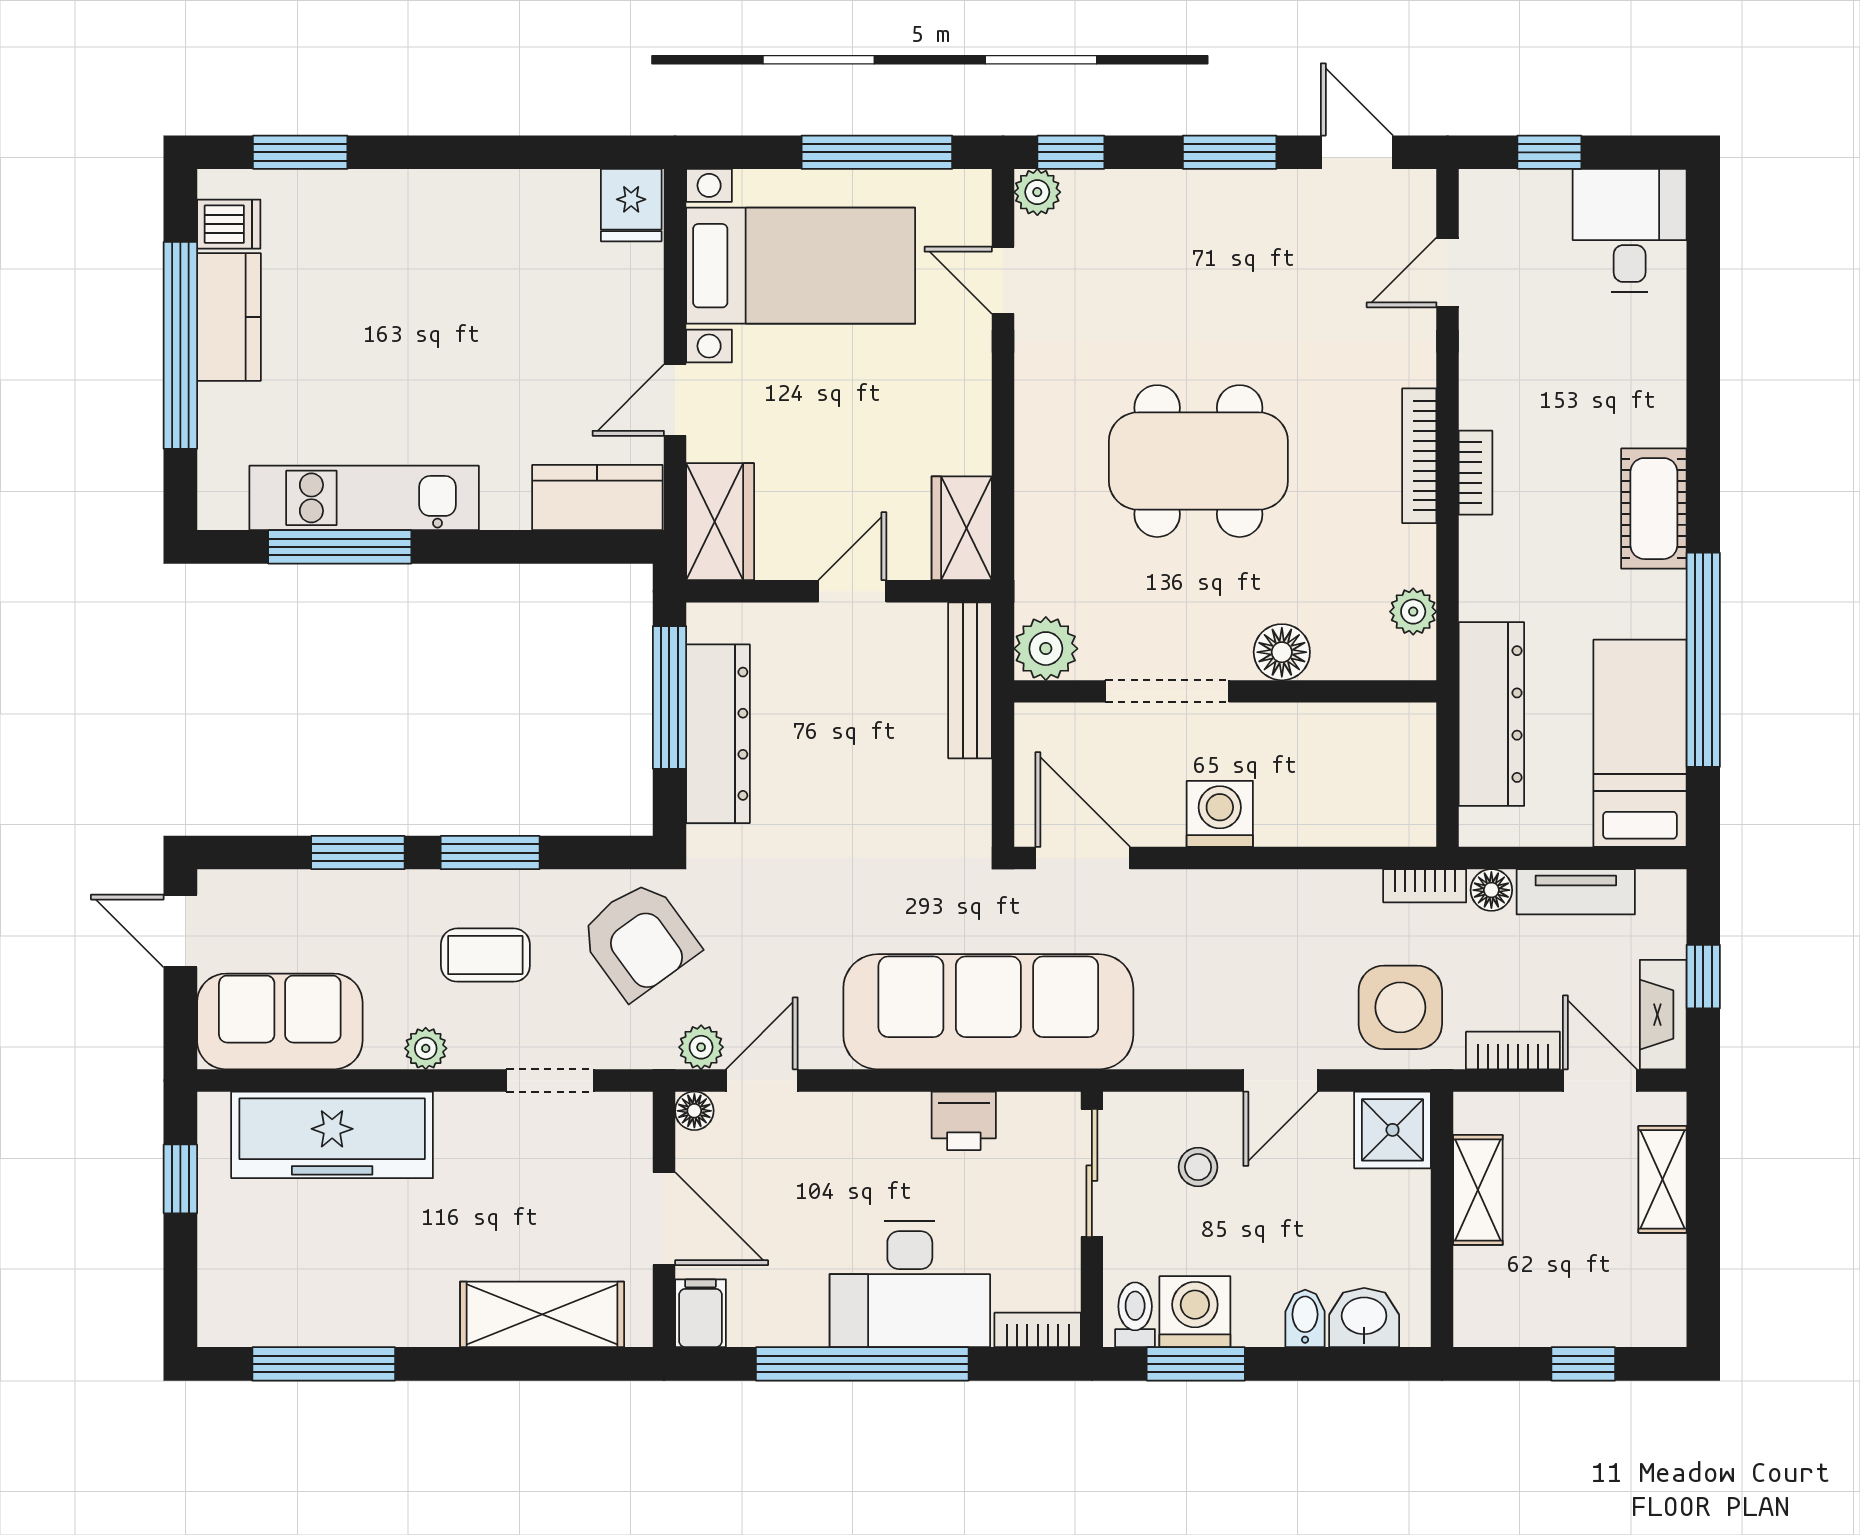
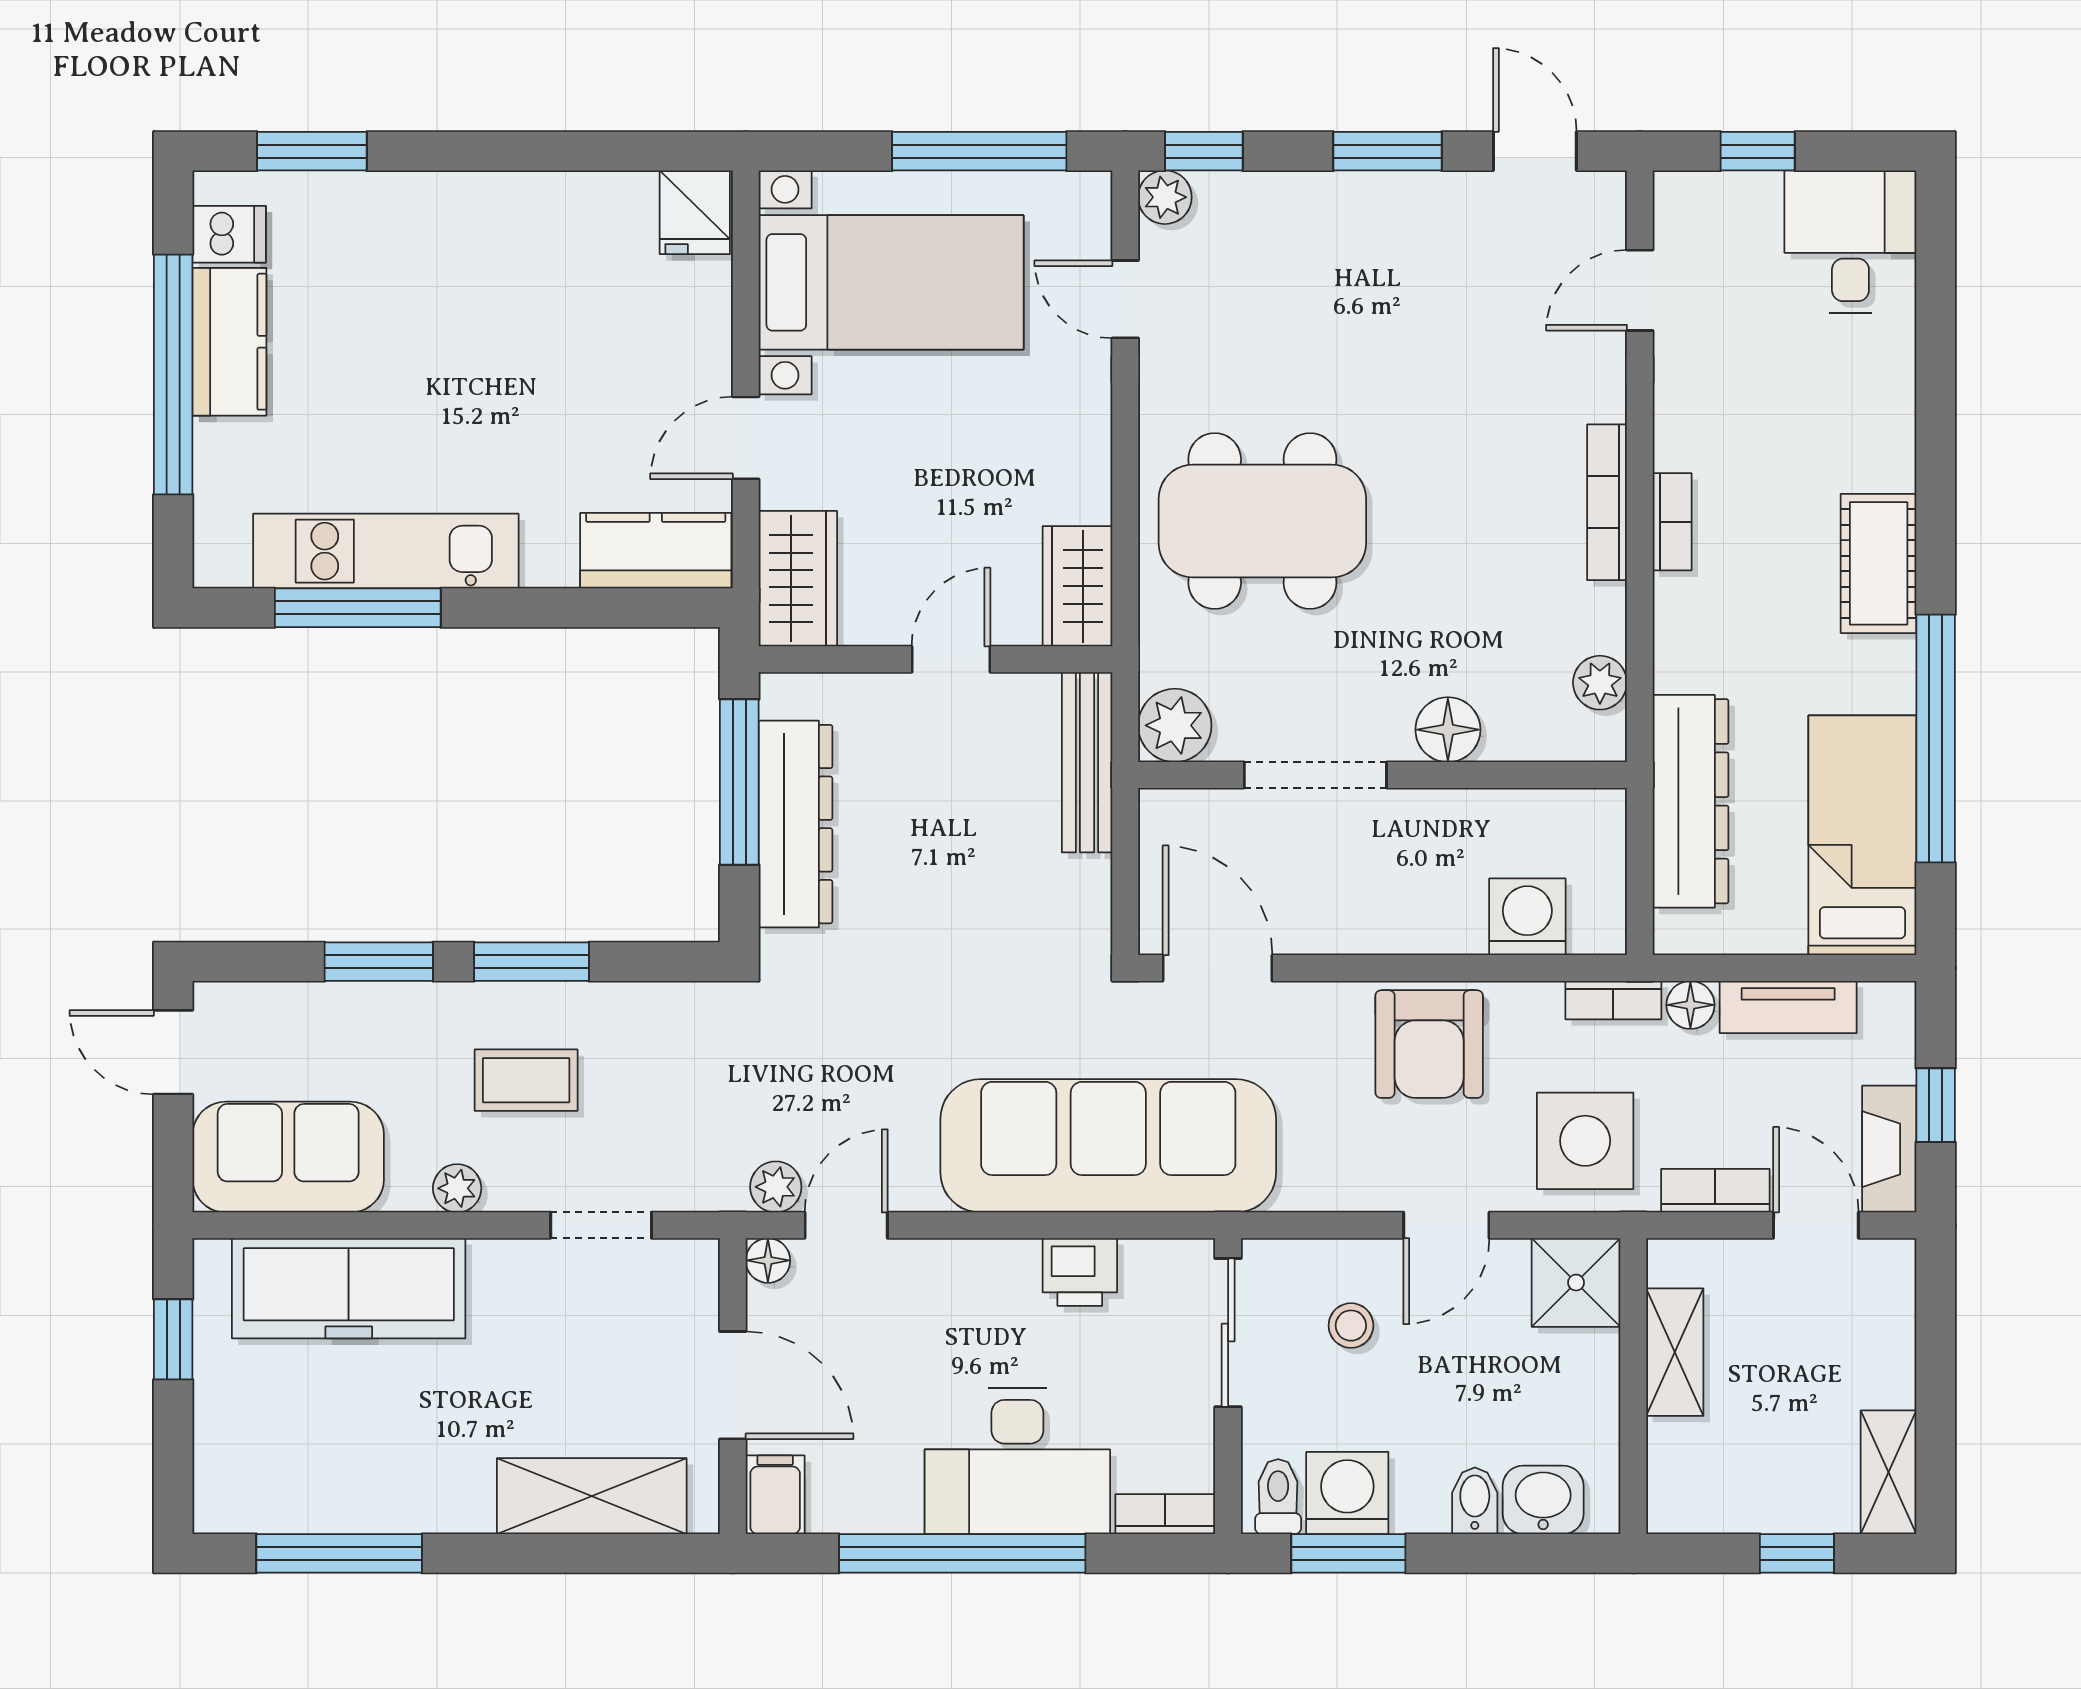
dining table: (1198, 461) -> (1262, 521), moved
washing machine: (1220, 814) -> (1527, 917), moved
armchair: (639, 940) -> (1429, 1044), moved, turned 36
shelving: (1663, 1179) -> (1889, 1472), moved

